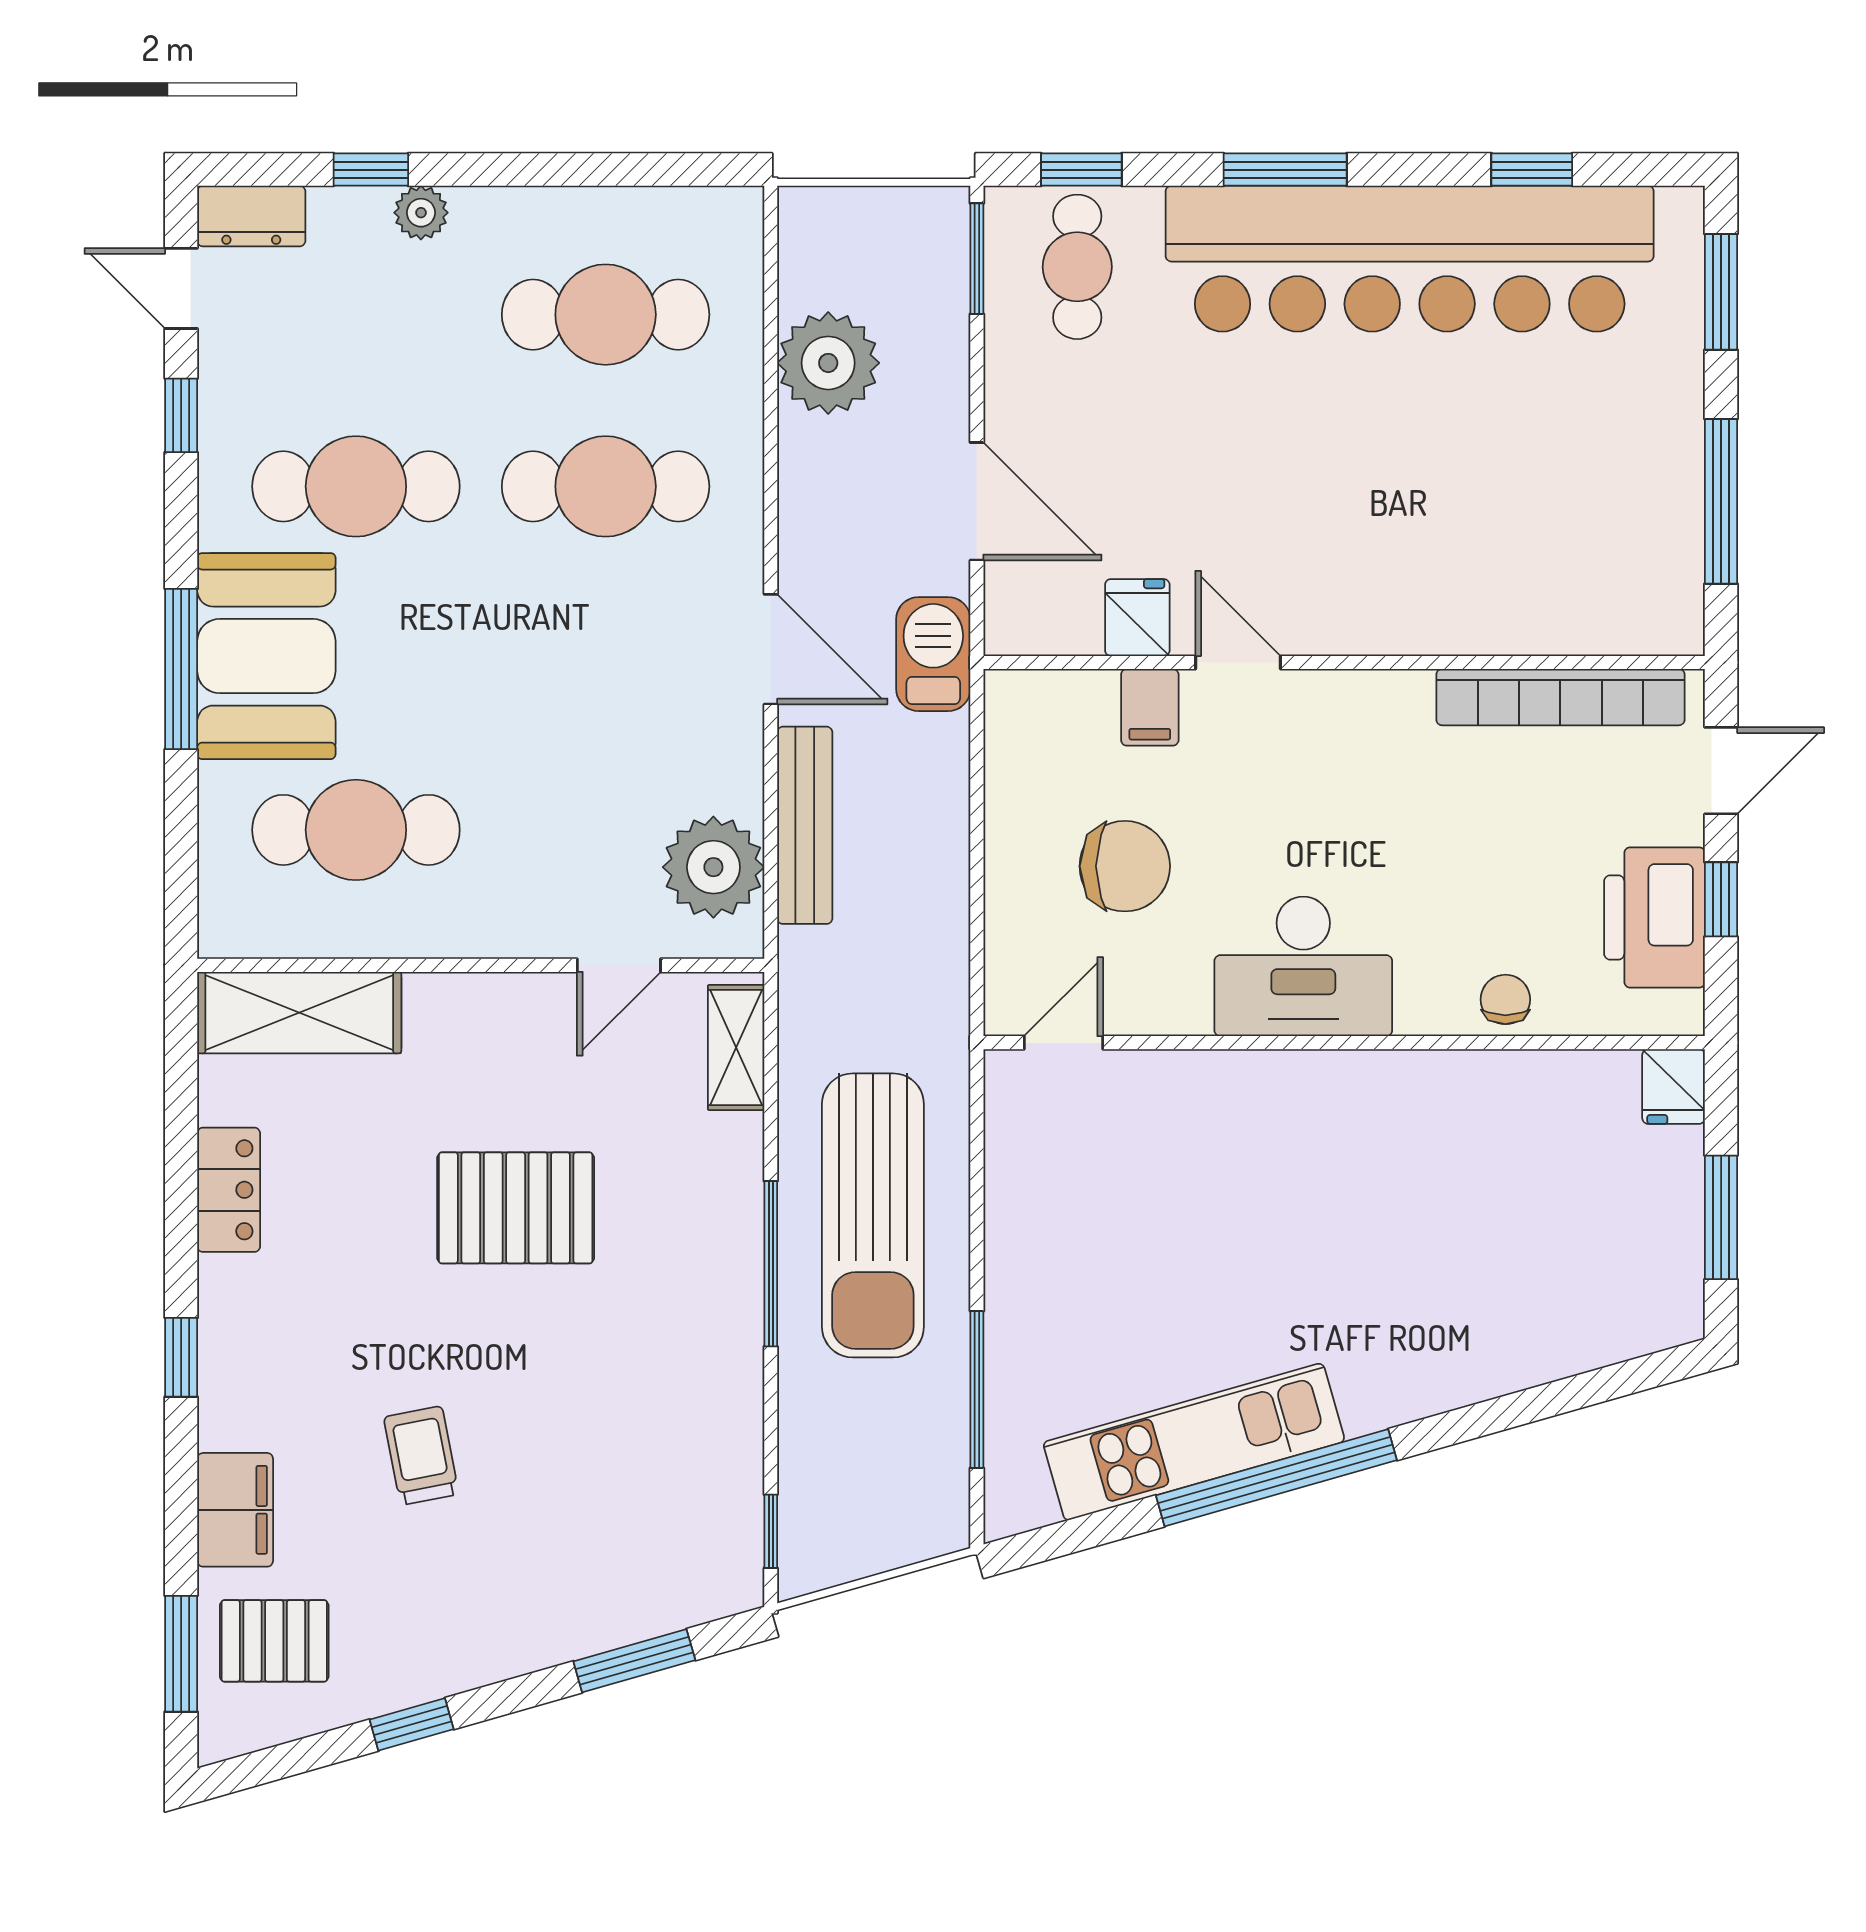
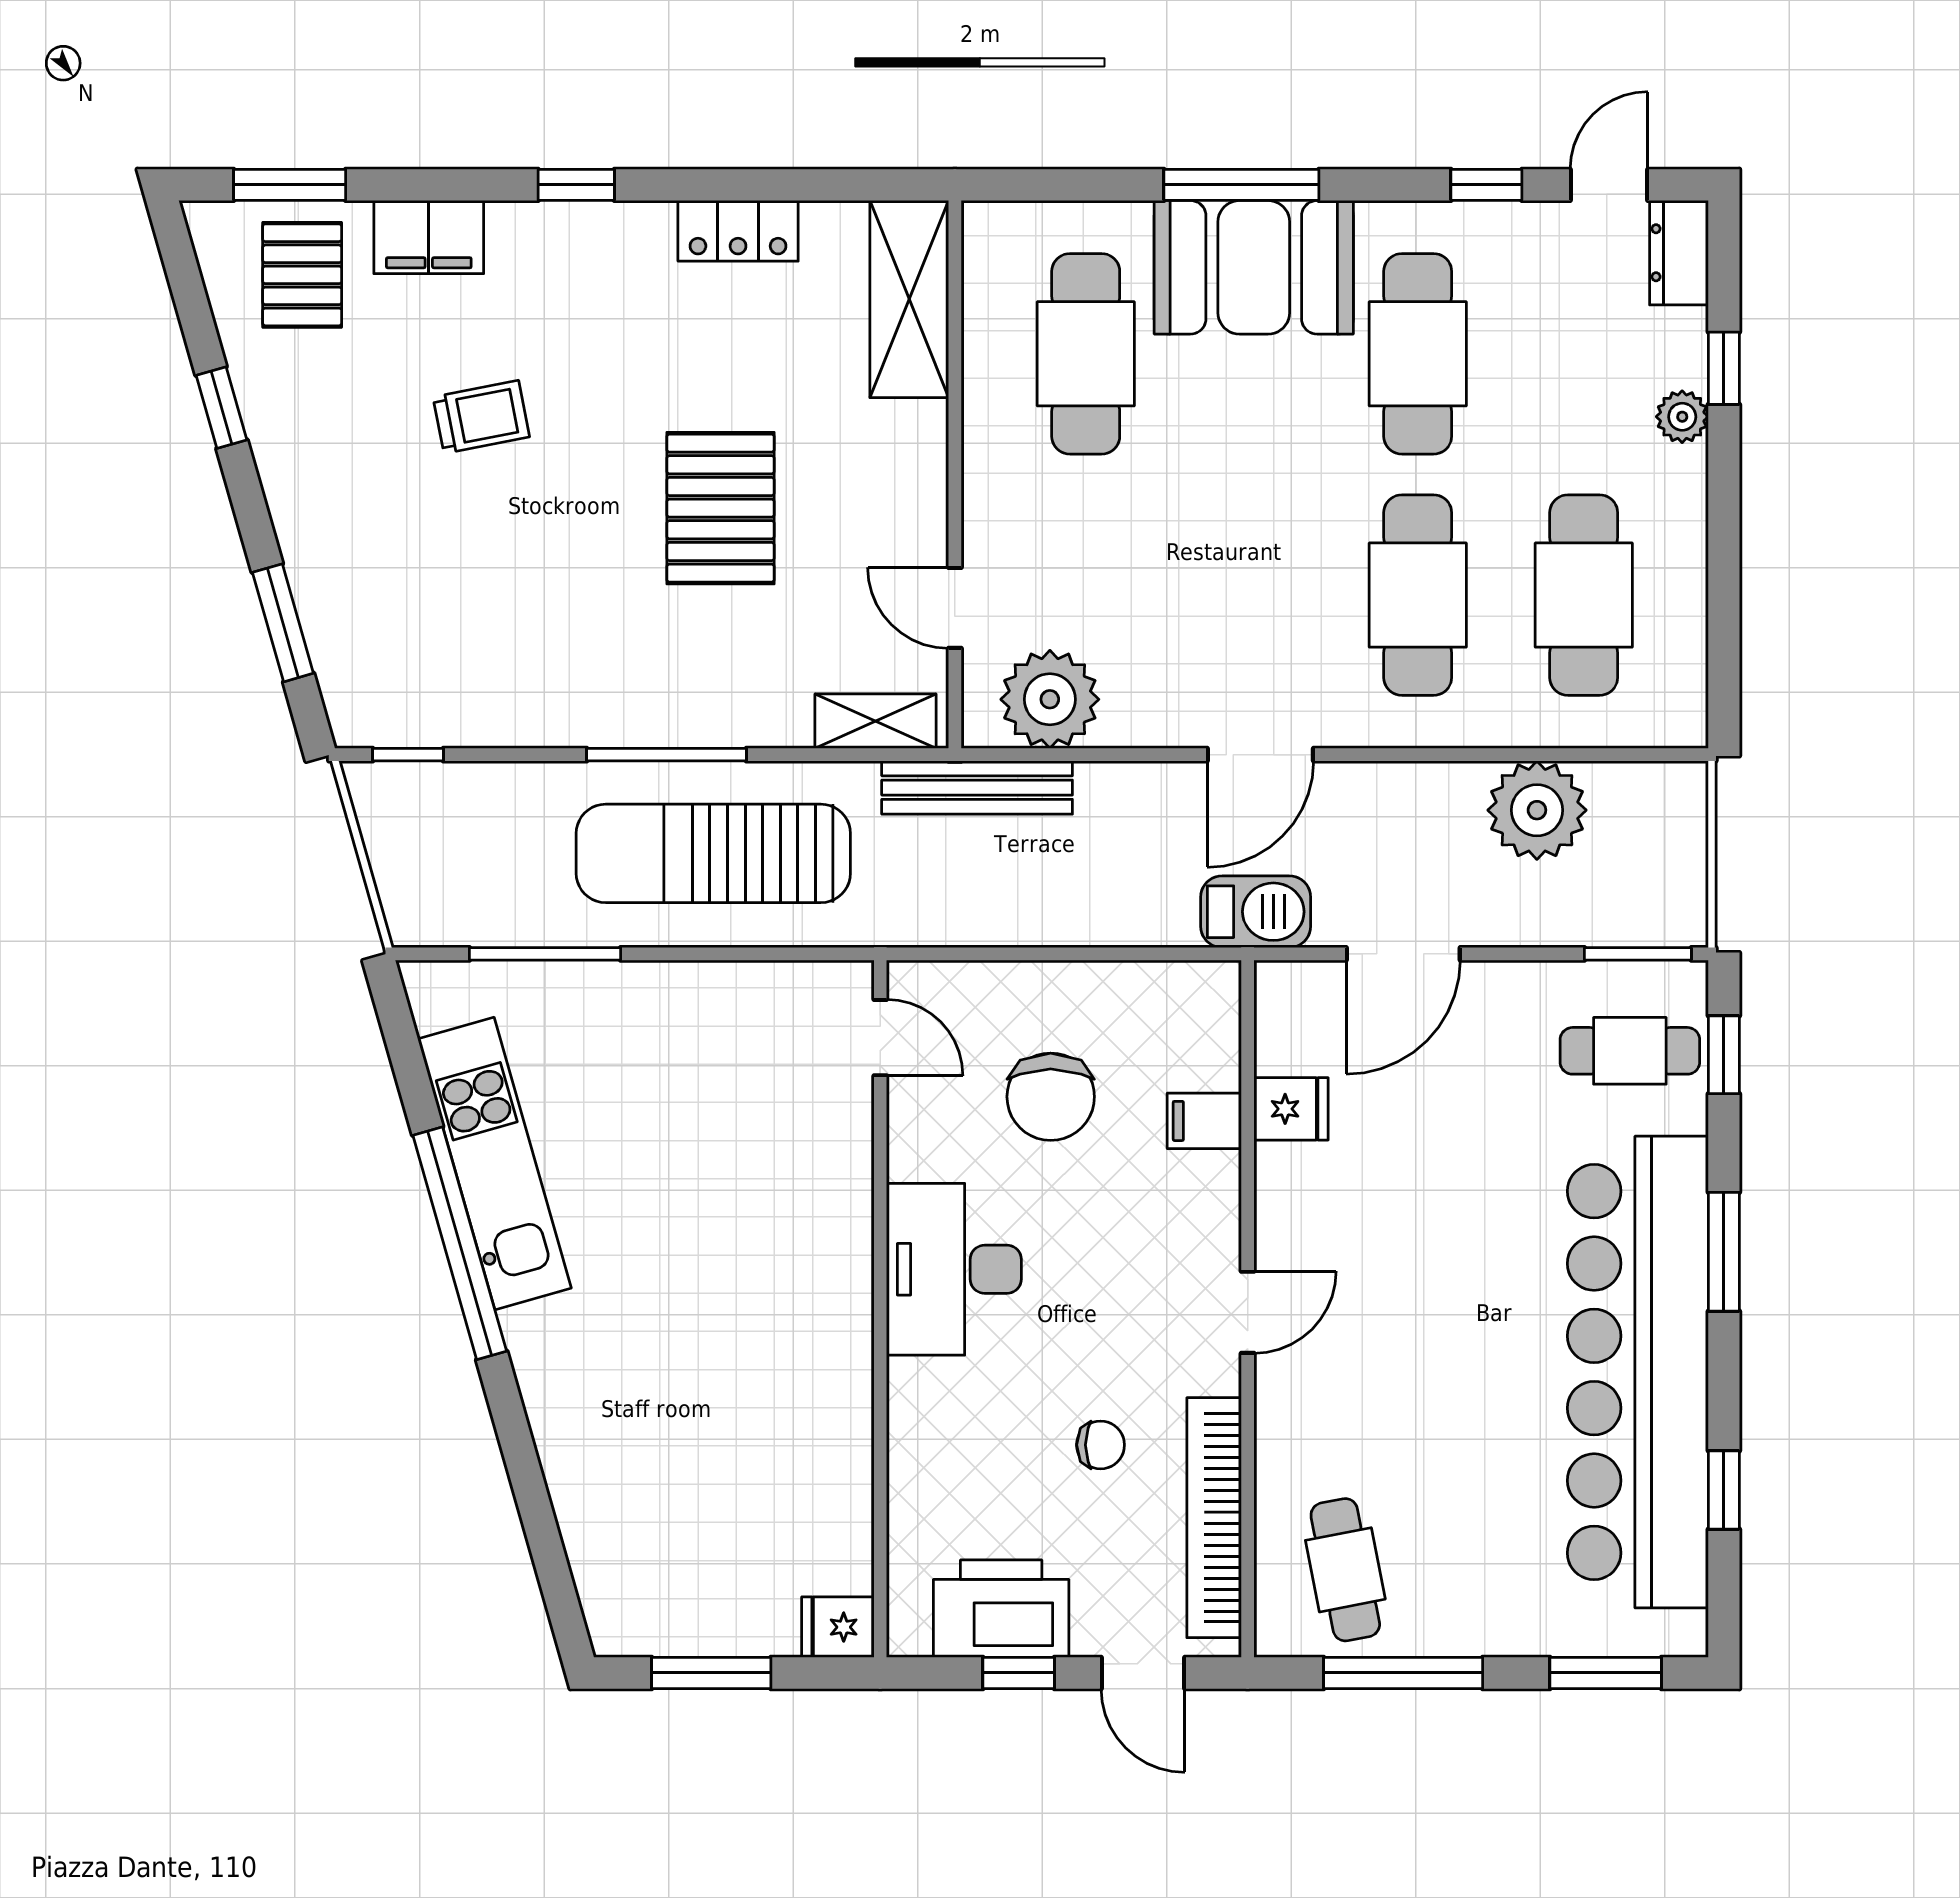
cafe table: (1614, 561) -> (1345, 1570), added
door: (1238, 662) -> (1248, 1312), moved
bench: (805, 825) -> (977, 788), moved
chair: (1505, 999) -> (1101, 1445), moved

